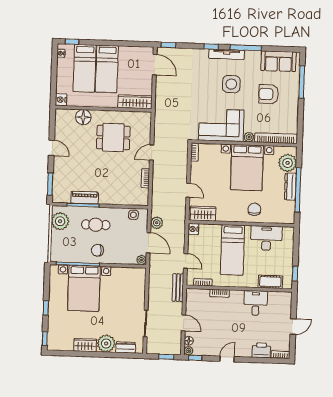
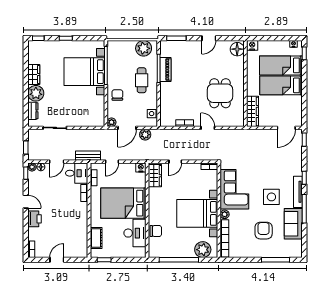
sofa: (279, 61) -> (293, 224), moved
floor lamp: (83, 117) -> (237, 49), moved
dresser: (290, 187) -> (182, 253), removed
chair: (254, 209) -> (156, 231), moved
chair: (97, 250) -> (117, 95), moved
bed: (232, 250) -> (123, 203), width x1.50
desk: (256, 303) -> (77, 173), moved
door: (293, 327) -> (57, 260), swing flipped
printer: (261, 350) -> (35, 219), moved

